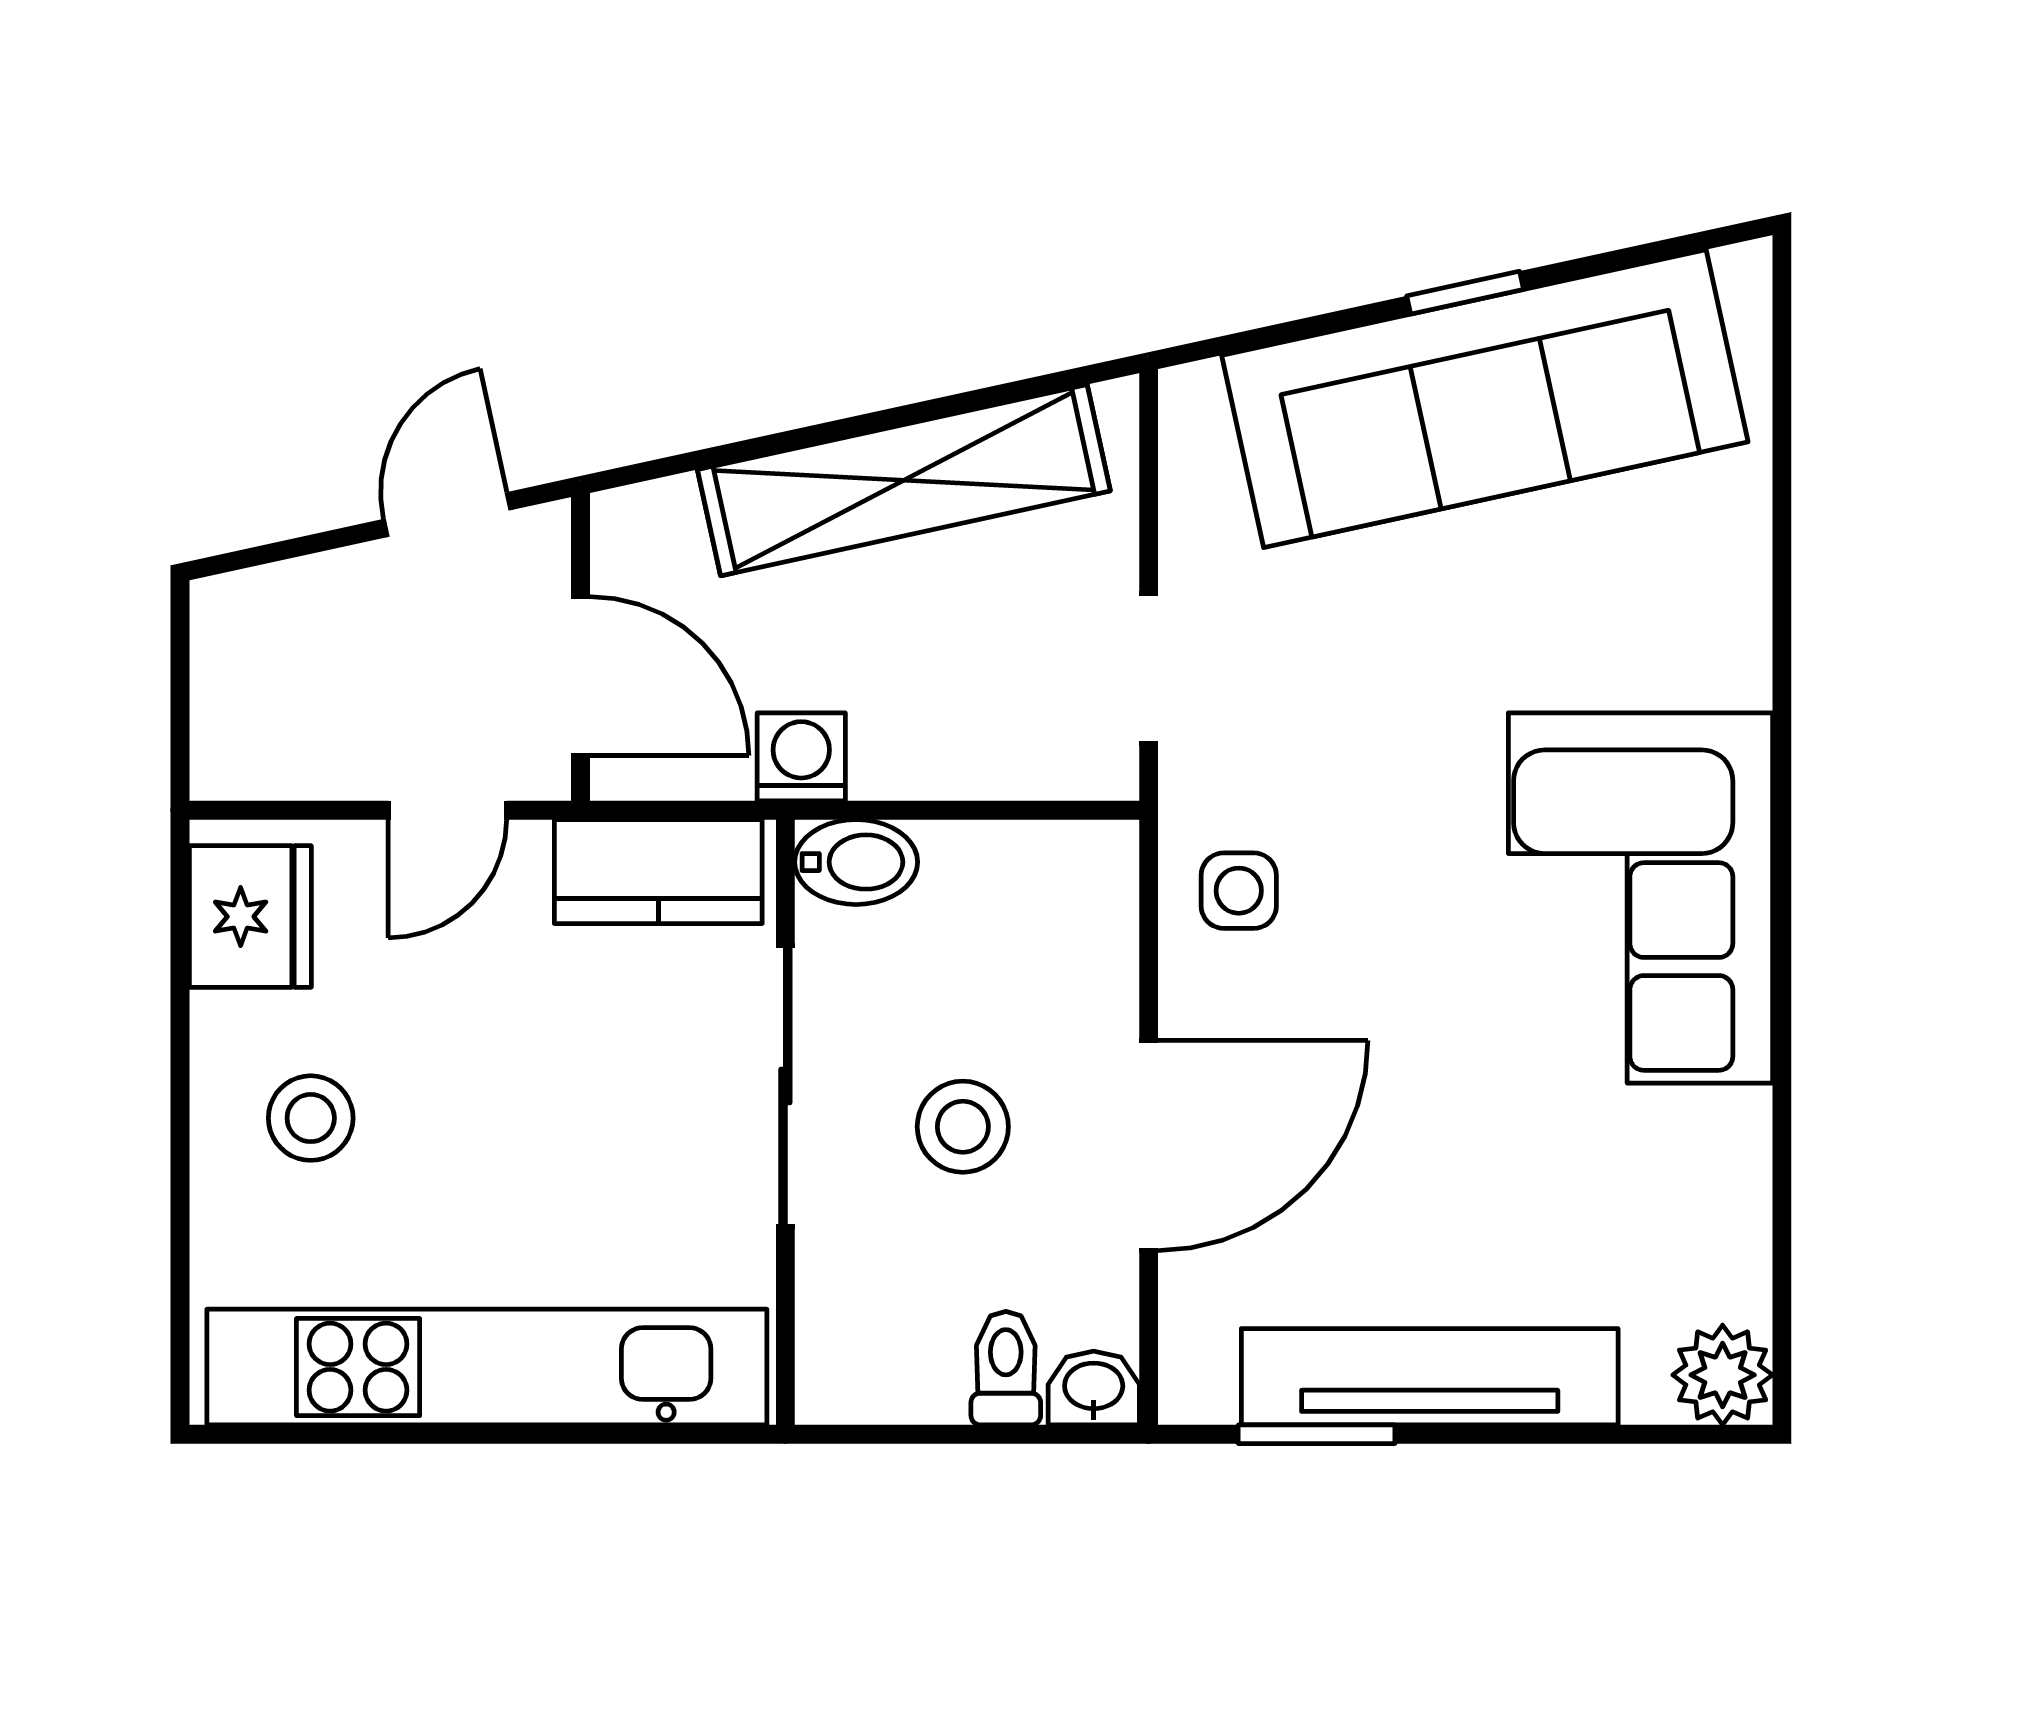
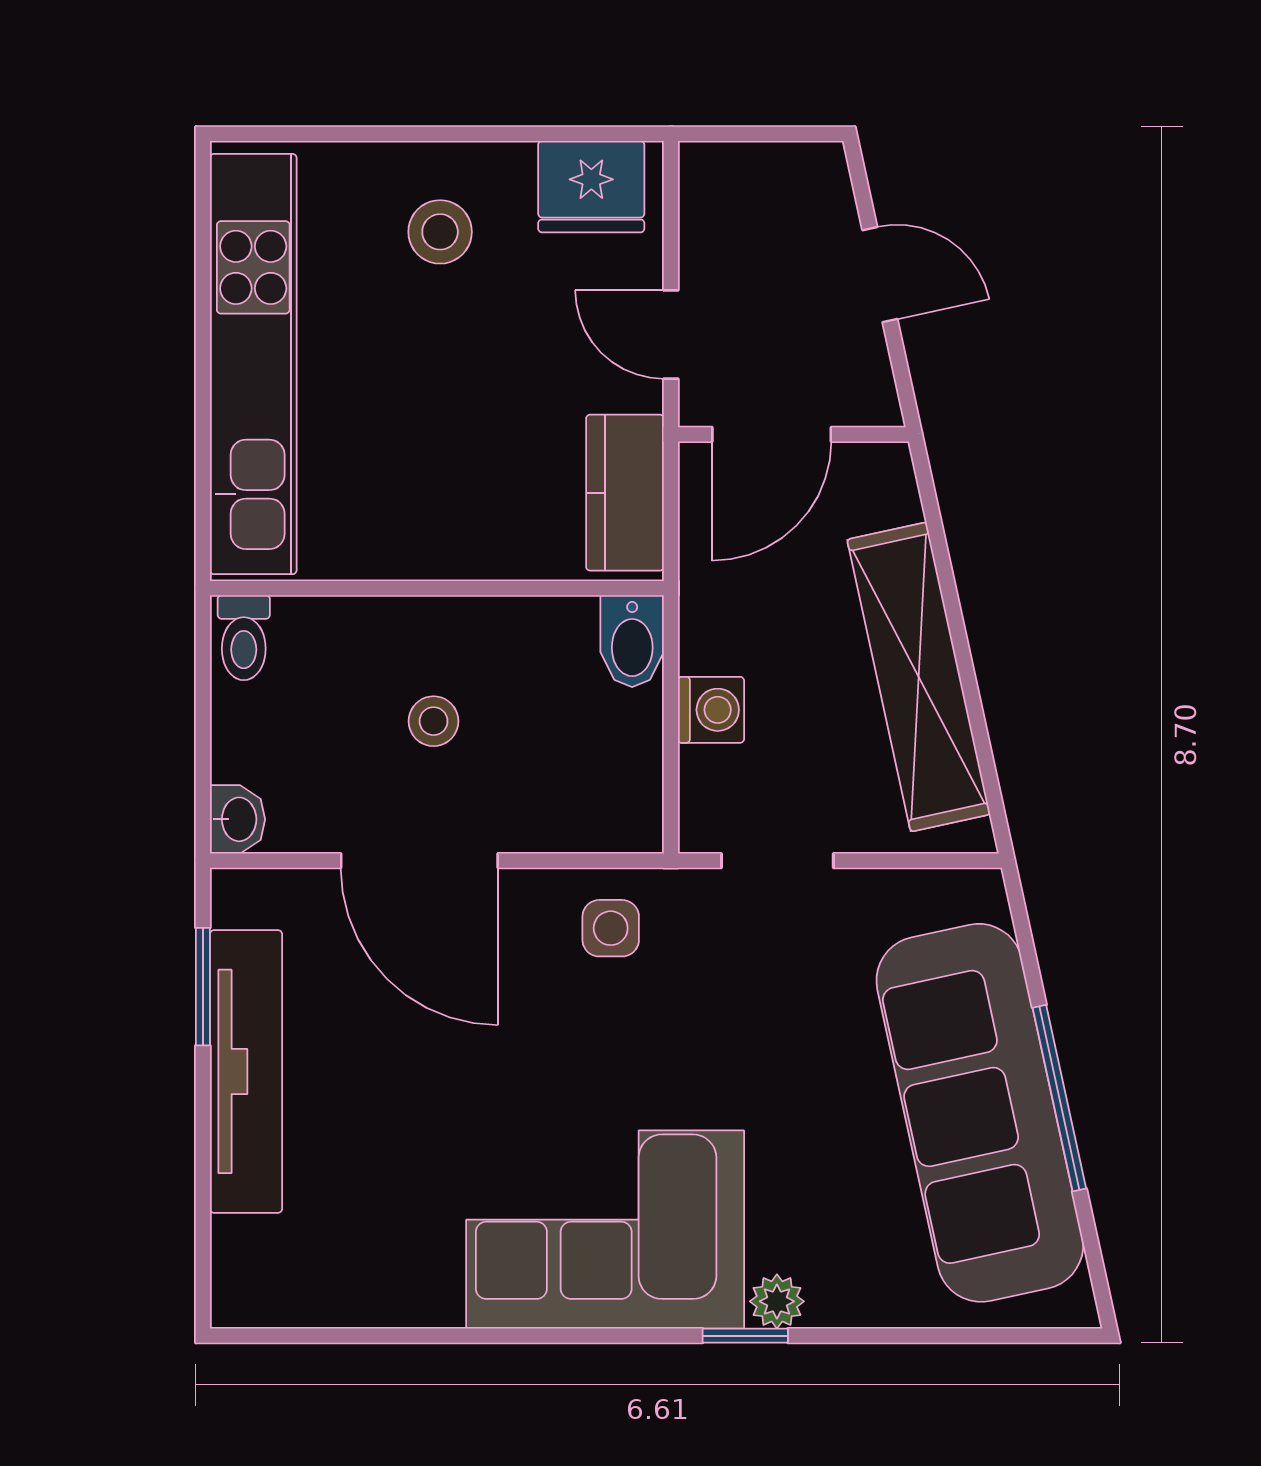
window: (1465, 293) -> (1059, 1098), width x2.17
door: (447, 515) -> (880, 275), moved
window: (1782, 711) -> (745, 1336), added
washing machine: (801, 757) -> (711, 710), moved
sliding door: (785, 1086) -> (464, 588), removed
stool: (963, 1127) -> (434, 721), width x0.73, depth x0.73
toilet: (1006, 1368) -> (244, 638), moved, turned 90
plant: (1723, 1375) -> (777, 1301), moved, width x0.73, depth x0.73

